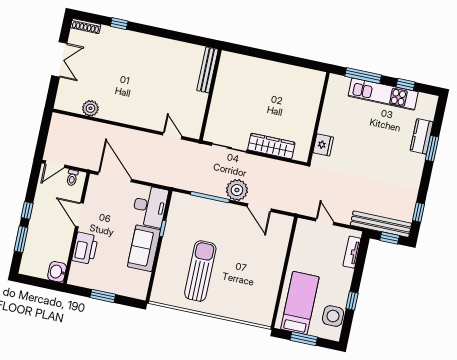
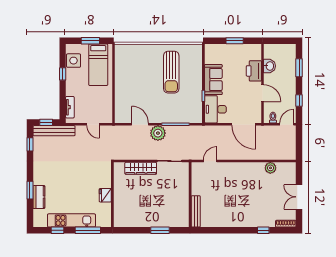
window: (263, 54) -> (160, 230), added
door: (172, 136) -> (210, 161), swing flipped
fridge: (323, 145) -> (105, 195), moved
window: (27, 210) -> (299, 100), moved
washbasin: (57, 272) -> (270, 66), moved

